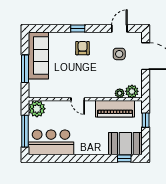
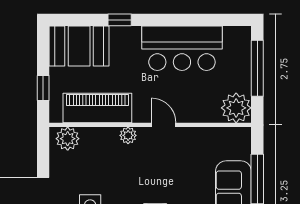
plant: (120, 93) -> (128, 135), moved
bar counter: (51, 142) -> (182, 48), moved
window: (124, 158) -> (120, 20), moved

